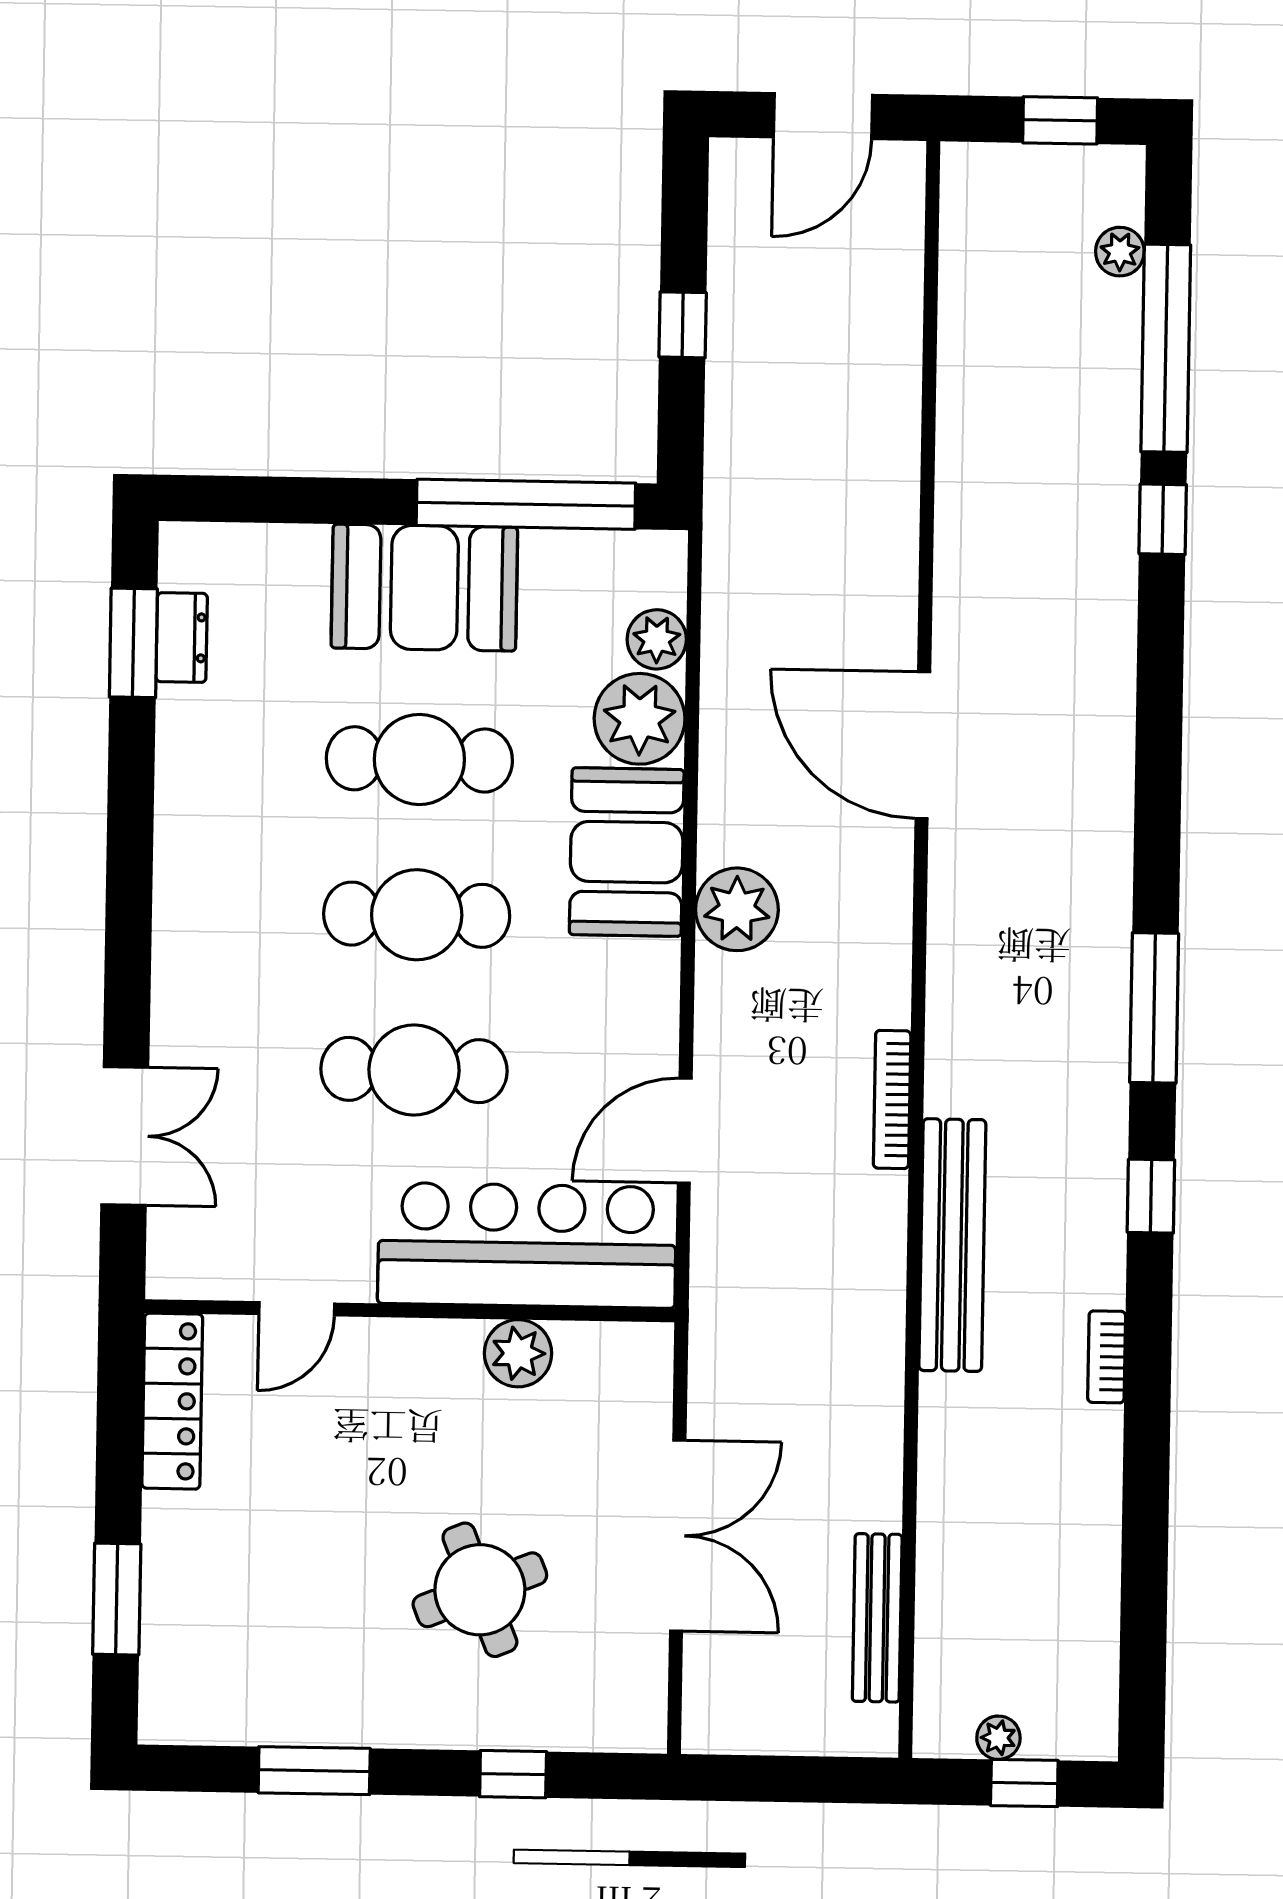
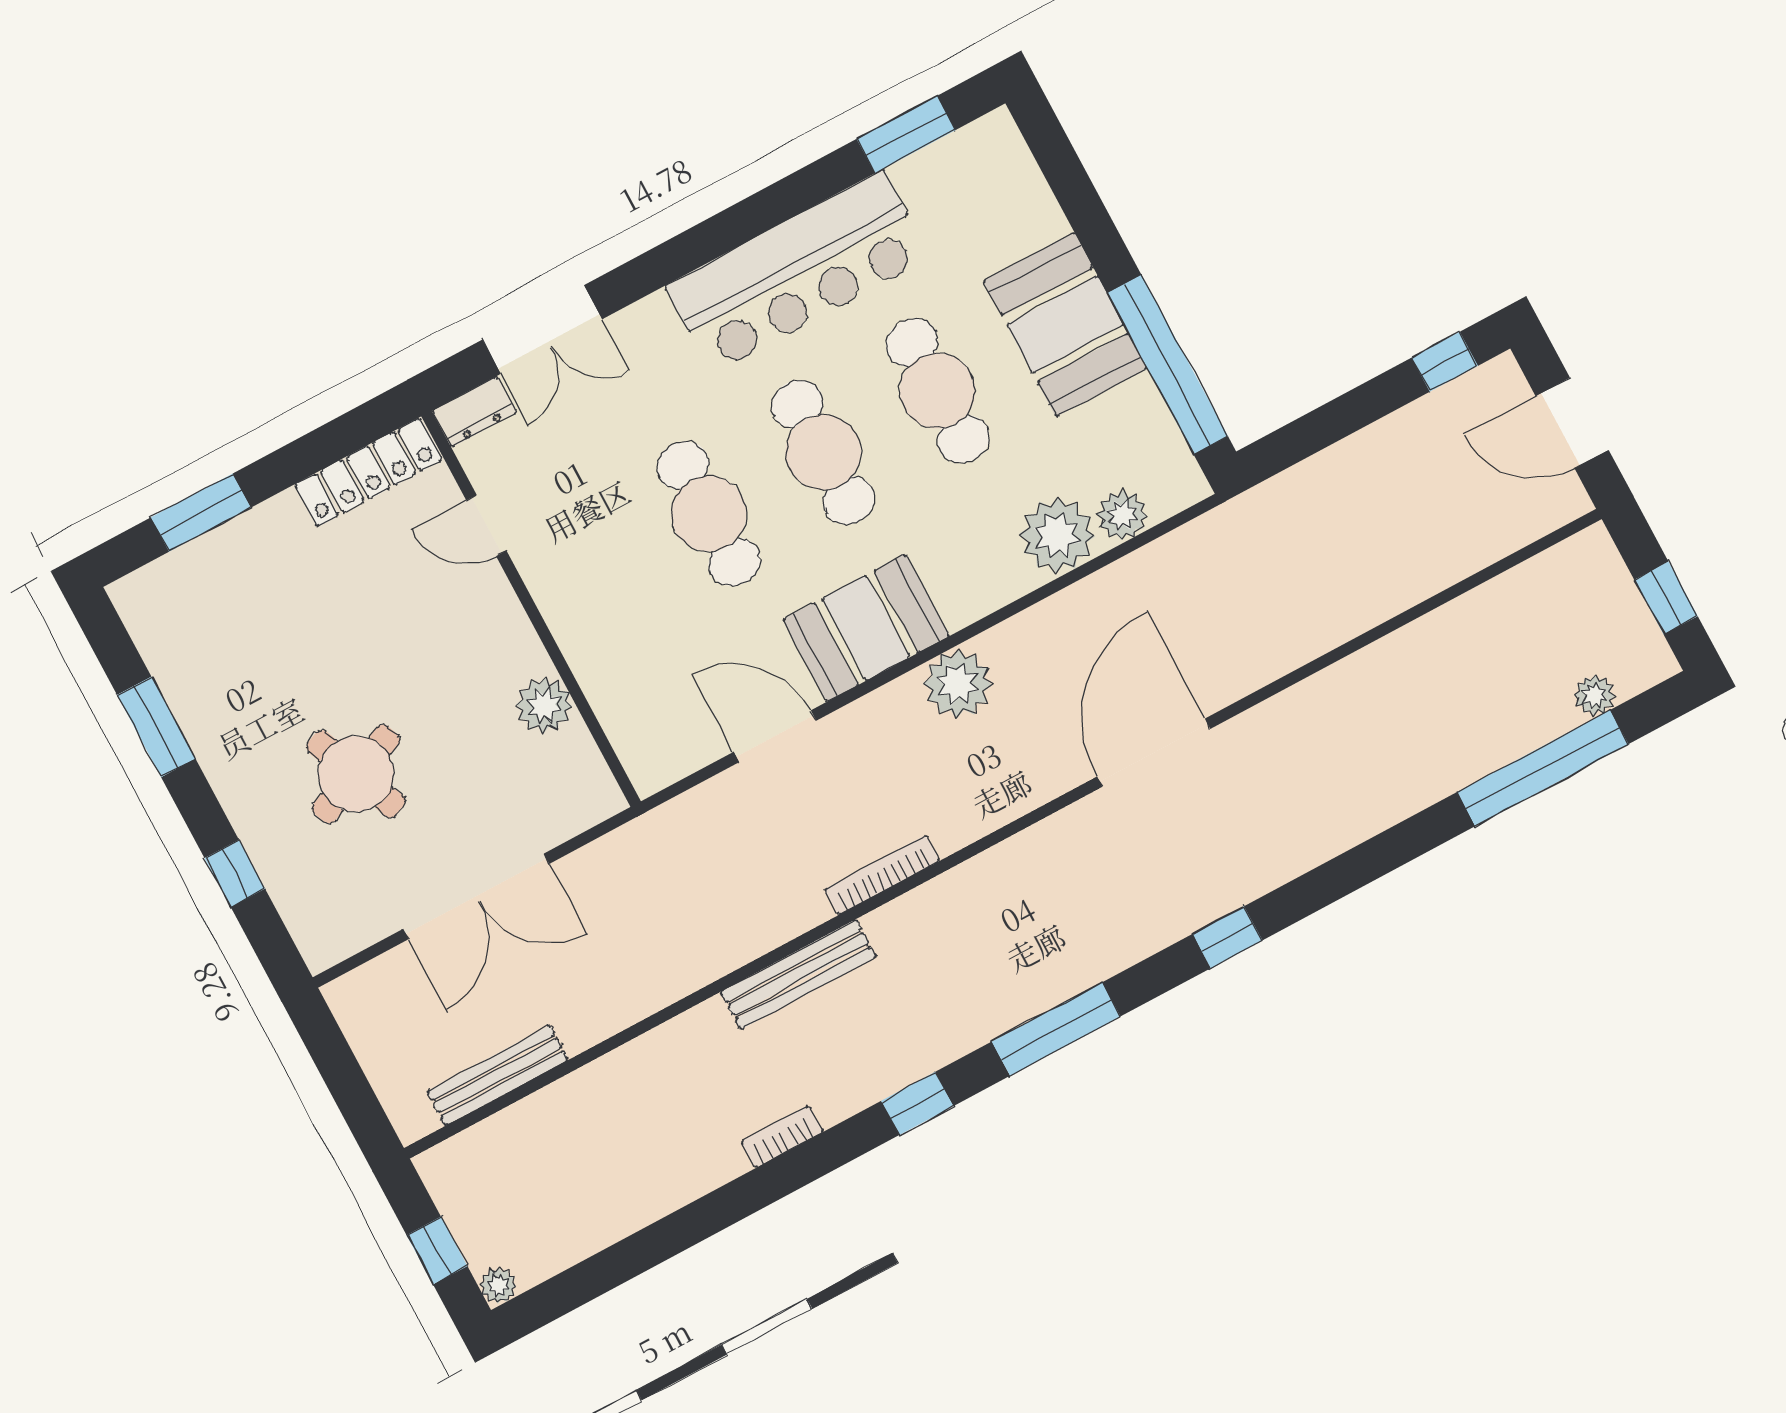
window: (683, 325) -> (1445, 362), moved
window: (1163, 519) -> (1227, 937), moved
dresser: (182, 638) -> (474, 412), moved
booth: (627, 852) -> (866, 628), moved
bar counter: (527, 1245) -> (798, 272), moved, turned 90
bench: (952, 1245) -> (798, 974), width x0.73, depth x0.82
plant: (998, 1738) -> (498, 1286), moved

